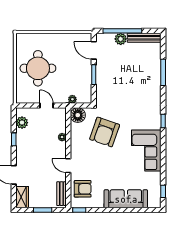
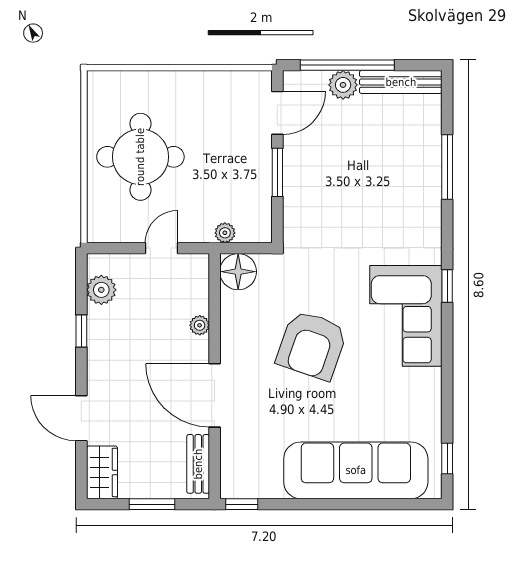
door: (94, 50) -> (277, 113), swing flipped
door: (47, 106) -> (162, 248), hinge flipped
armchair: (105, 132) -> (312, 345), moved
corner sofa: (146, 151) -> (406, 316), moved
door: (68, 166) -> (215, 395), width x1.87
armchair: (83, 189) -> (250, 452), removed
sofa: (126, 199) -> (356, 470), width x1.36, depth x1.27

